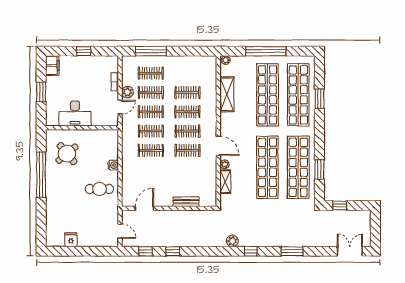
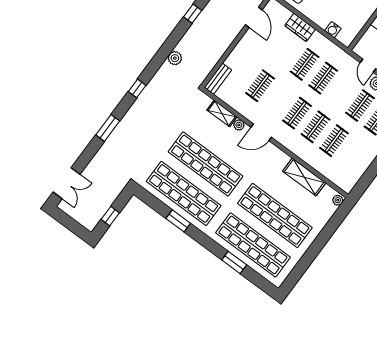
window: (266, 51) -> (318, 245), removed
clothes rail: (151, 112) -> (342, 92), removed
clothes rail: (187, 150) -> (260, 86), moved
water cooler: (113, 165) -> (333, 30), moved
window: (319, 169) -> (178, 221), moved
wardrobe: (128, 172) -> (300, 27), added
bench: (186, 202) -> (218, 79), moved
window: (340, 205) -> (110, 216), moved
plant: (232, 241) -> (175, 58), moved

